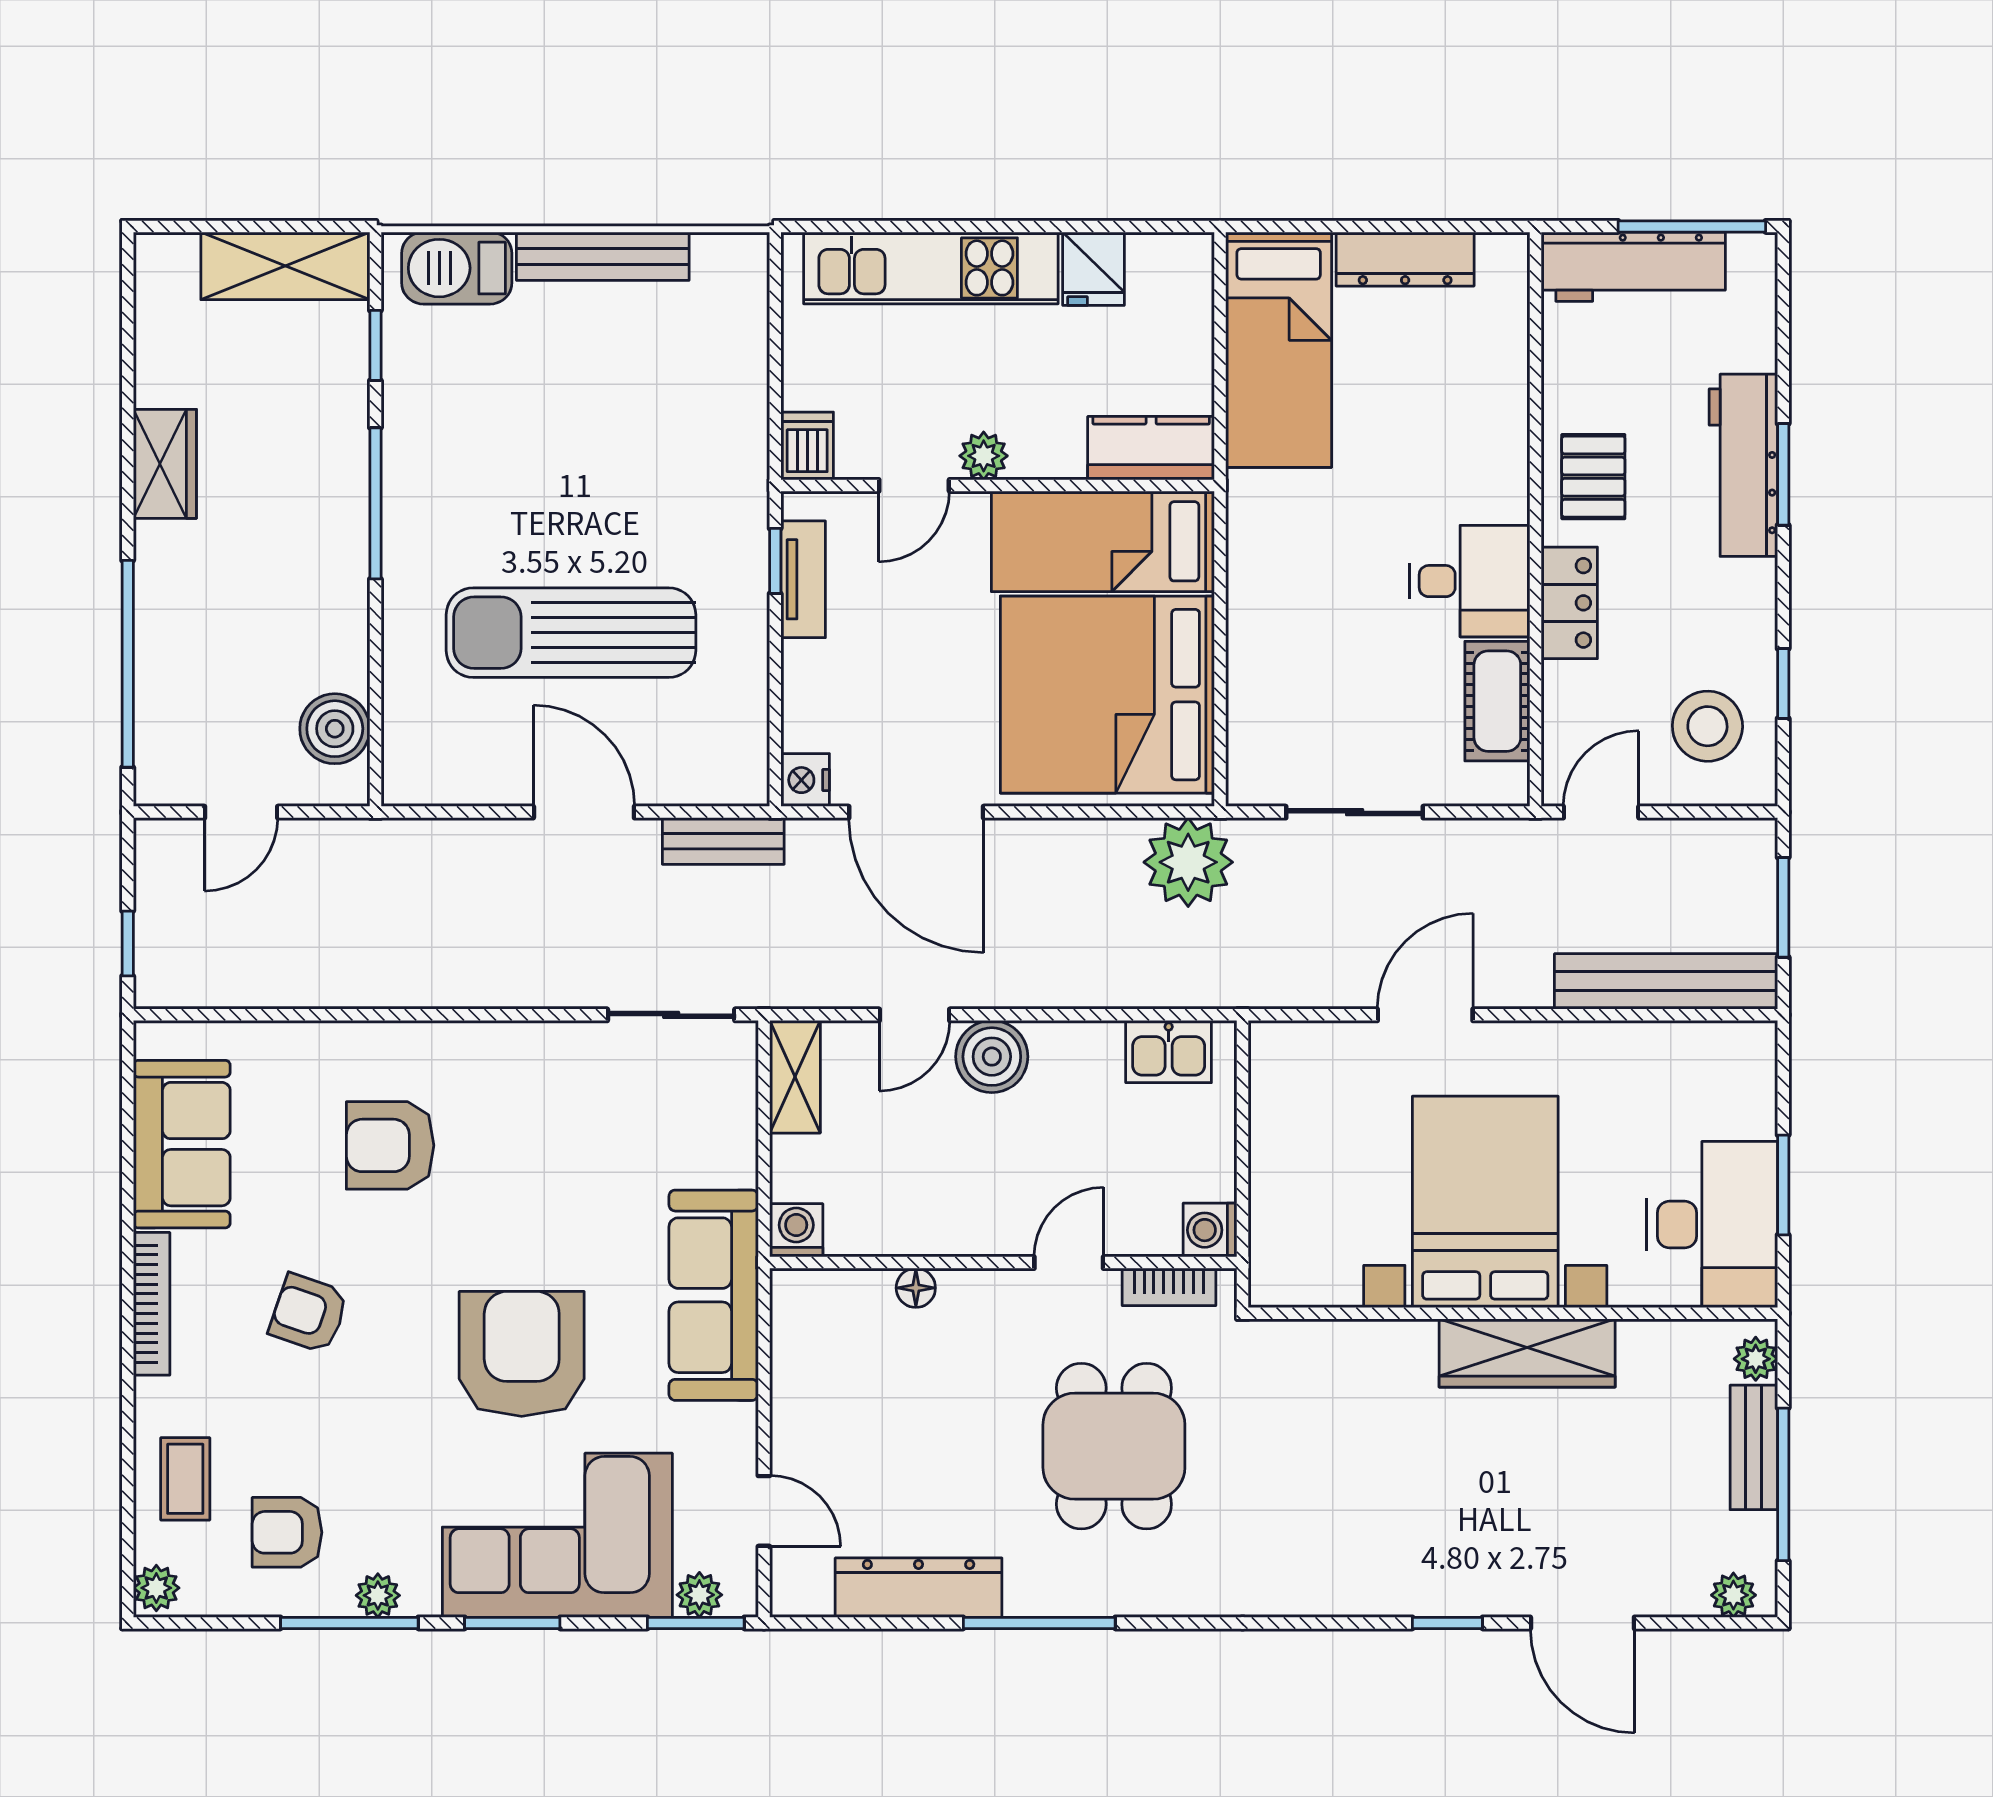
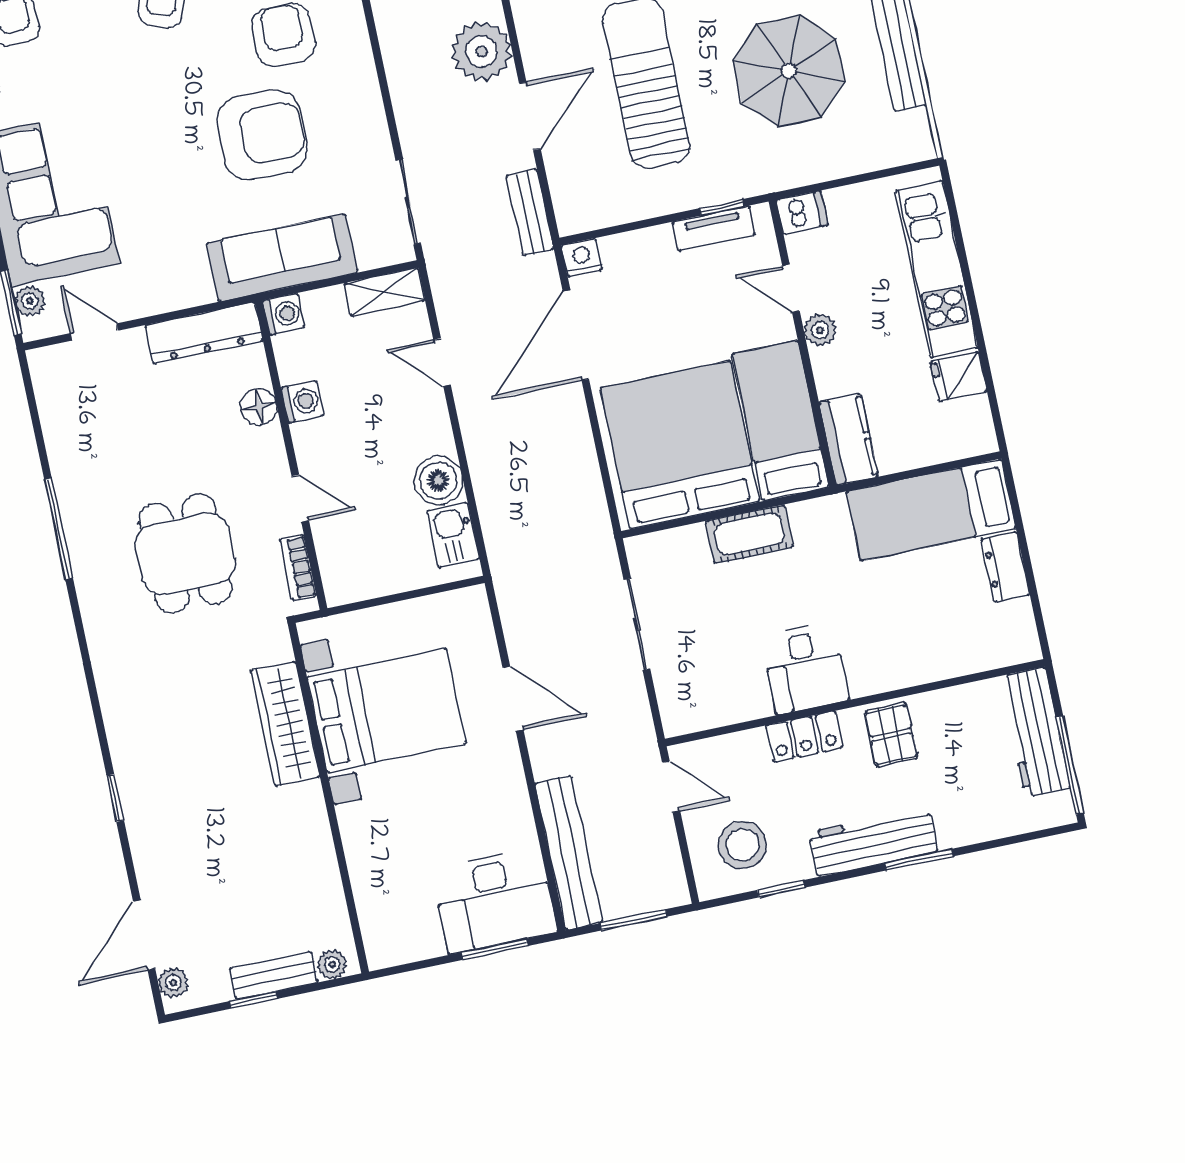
dresser: (1405, 259) -> (1005, 567), width x0.70
parasol: (597, 422) -> (789, 71), added
workbench: (1743, 465) -> (873, 842), moved
pallet: (1593, 477) -> (891, 735), turned 90
cot: (1497, 701) -> (749, 534), moved
plant: (1188, 862) -> (482, 51), moved
boiler: (992, 1057) -> (438, 480), moved
window: (1783, 1185) -> (495, 949), moved
bed with nightstands: (1485, 1202) -> (387, 710), moved
desk: (1712, 1225) -> (494, 900), moved
washing machine: (1210, 1230) -> (302, 402), moved, turned 90
floor lamp: (916, 1288) -> (259, 407), width x1.37, depth x1.37
sofa: (714, 1295) -> (282, 258), moved
wardrobe: (1527, 1353) -> (285, 724), moved
armchair: (522, 1354) -> (262, 135), moved
dining table: (1114, 1446) -> (186, 554), turned 90
window: (1783, 1484) -> (253, 1000), width x0.46
door: (764, 1511) -> (94, 332), swing flipped
dresser: (919, 1588) -> (204, 333), moved, turned 90
door: (1582, 1623) -> (144, 935), moved

